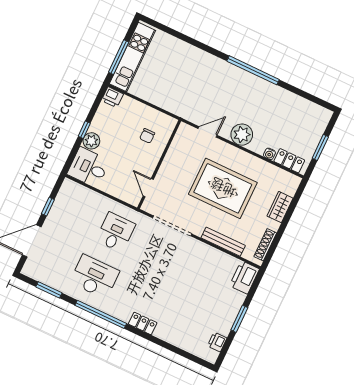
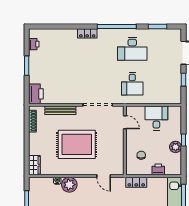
printer: (112, 97) -> (158, 169), moved
door: (208, 132) -> (104, 176), hinge flipped
plant: (242, 135) -> (69, 185), moved
plant: (91, 141) -> (176, 147), moved
locker: (289, 161) -> (136, 182), moved
desk: (89, 167) -> (156, 118), moved, turned -90
wardrobe: (280, 207) -> (34, 165), moved

